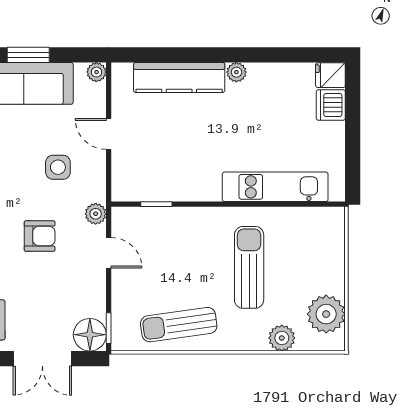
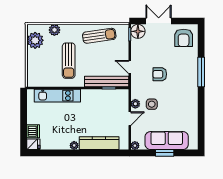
door: (109, 134) -> (130, 119), hinge flipped
plant: (96, 214) -> (135, 104), moved
bench: (162, 219) -> (107, 82), added

